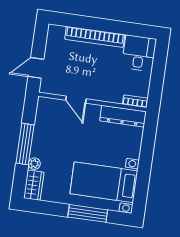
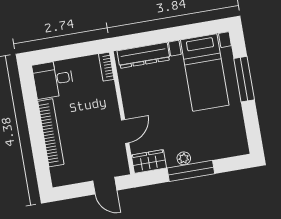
dresser: (123, 116) -> (144, 55), moved, turned 90
plant: (34, 164) -> (184, 158), moved
wardrobe: (34, 185) -> (149, 161), moved

